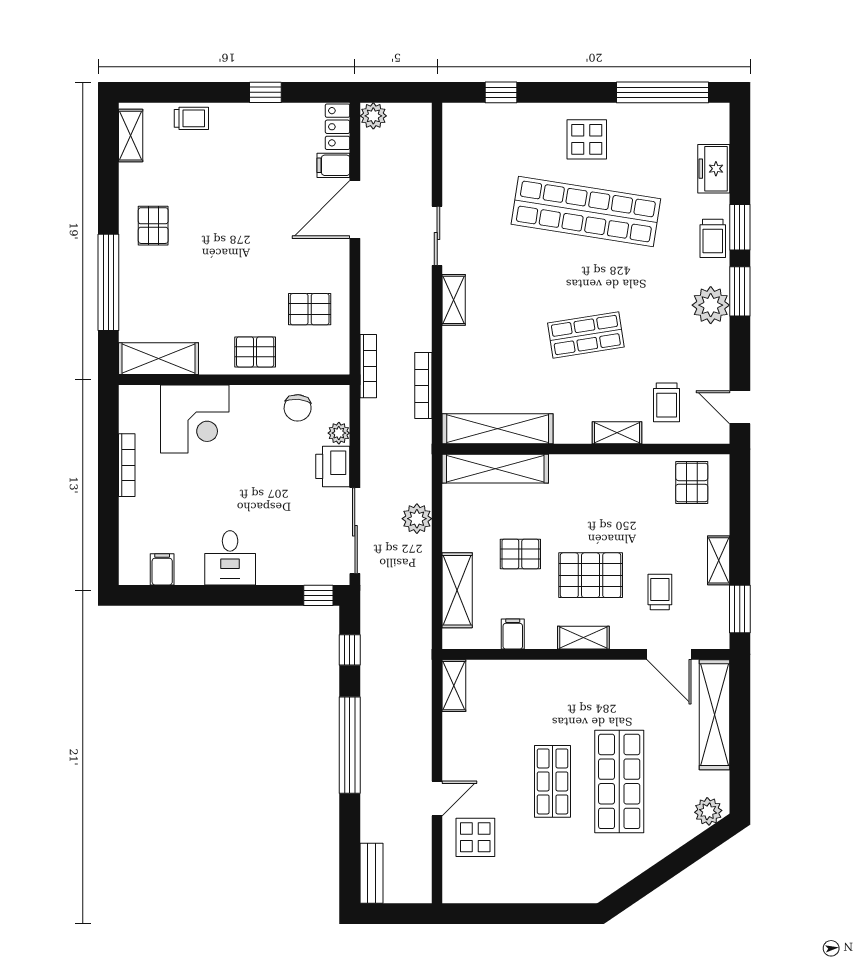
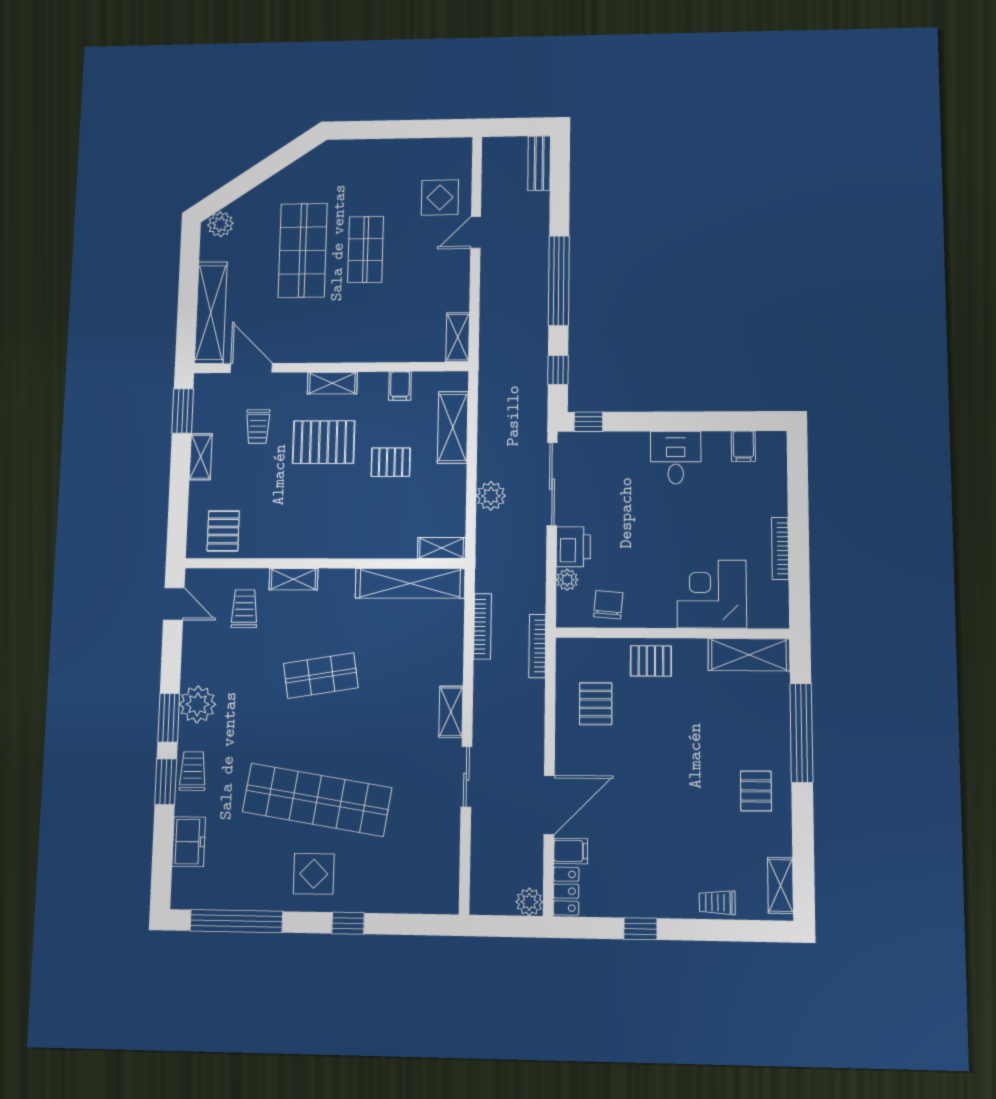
window: (501, 92) -> (348, 923), moved
pallet: (310, 309) -> (596, 704), turned 90
shelving: (495, 469) -> (442, 548), width x0.45, depth x0.75

